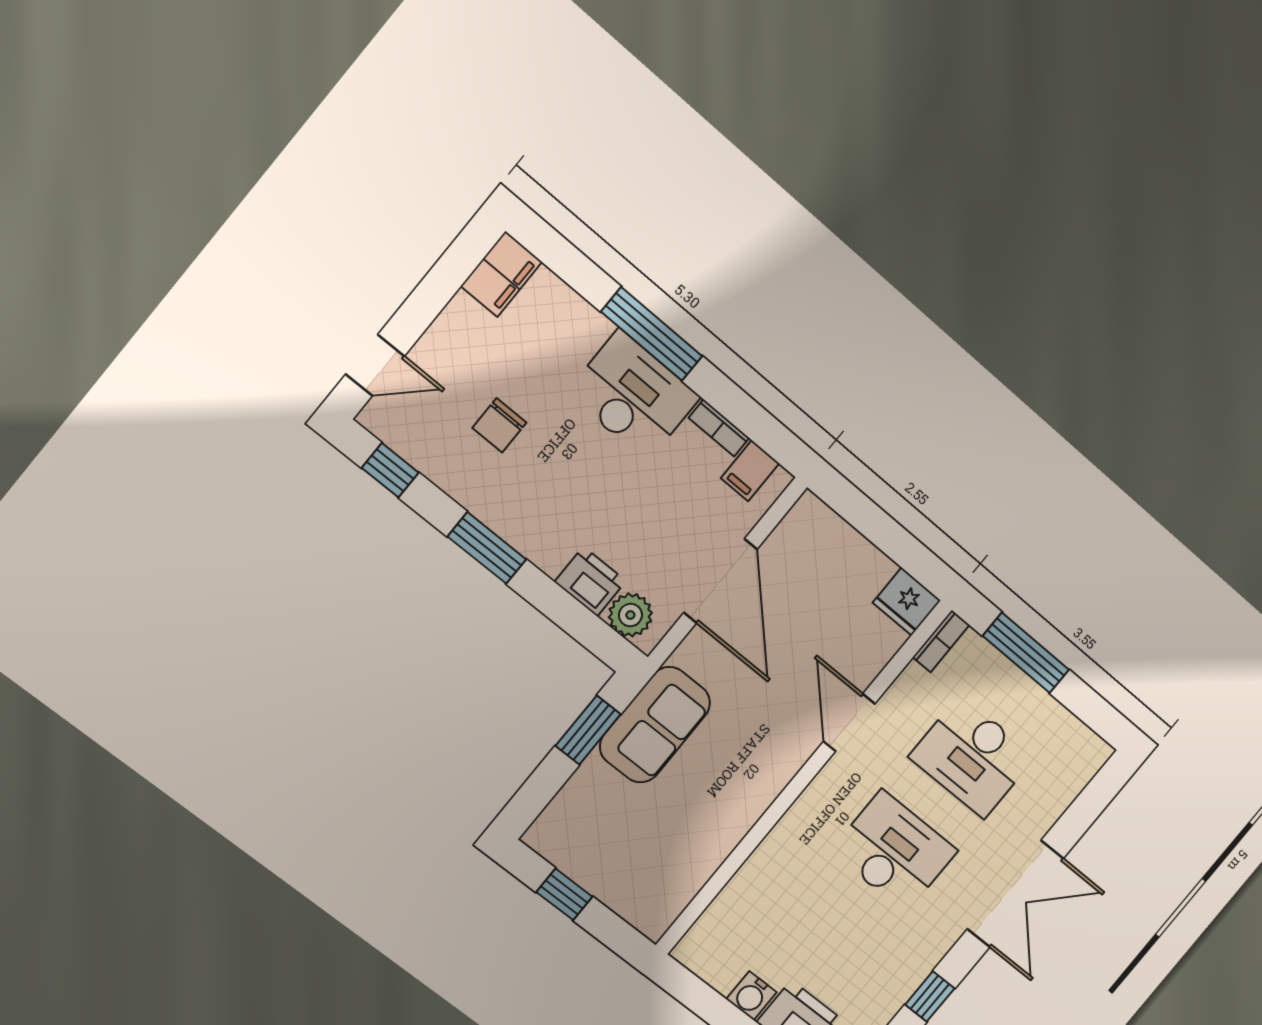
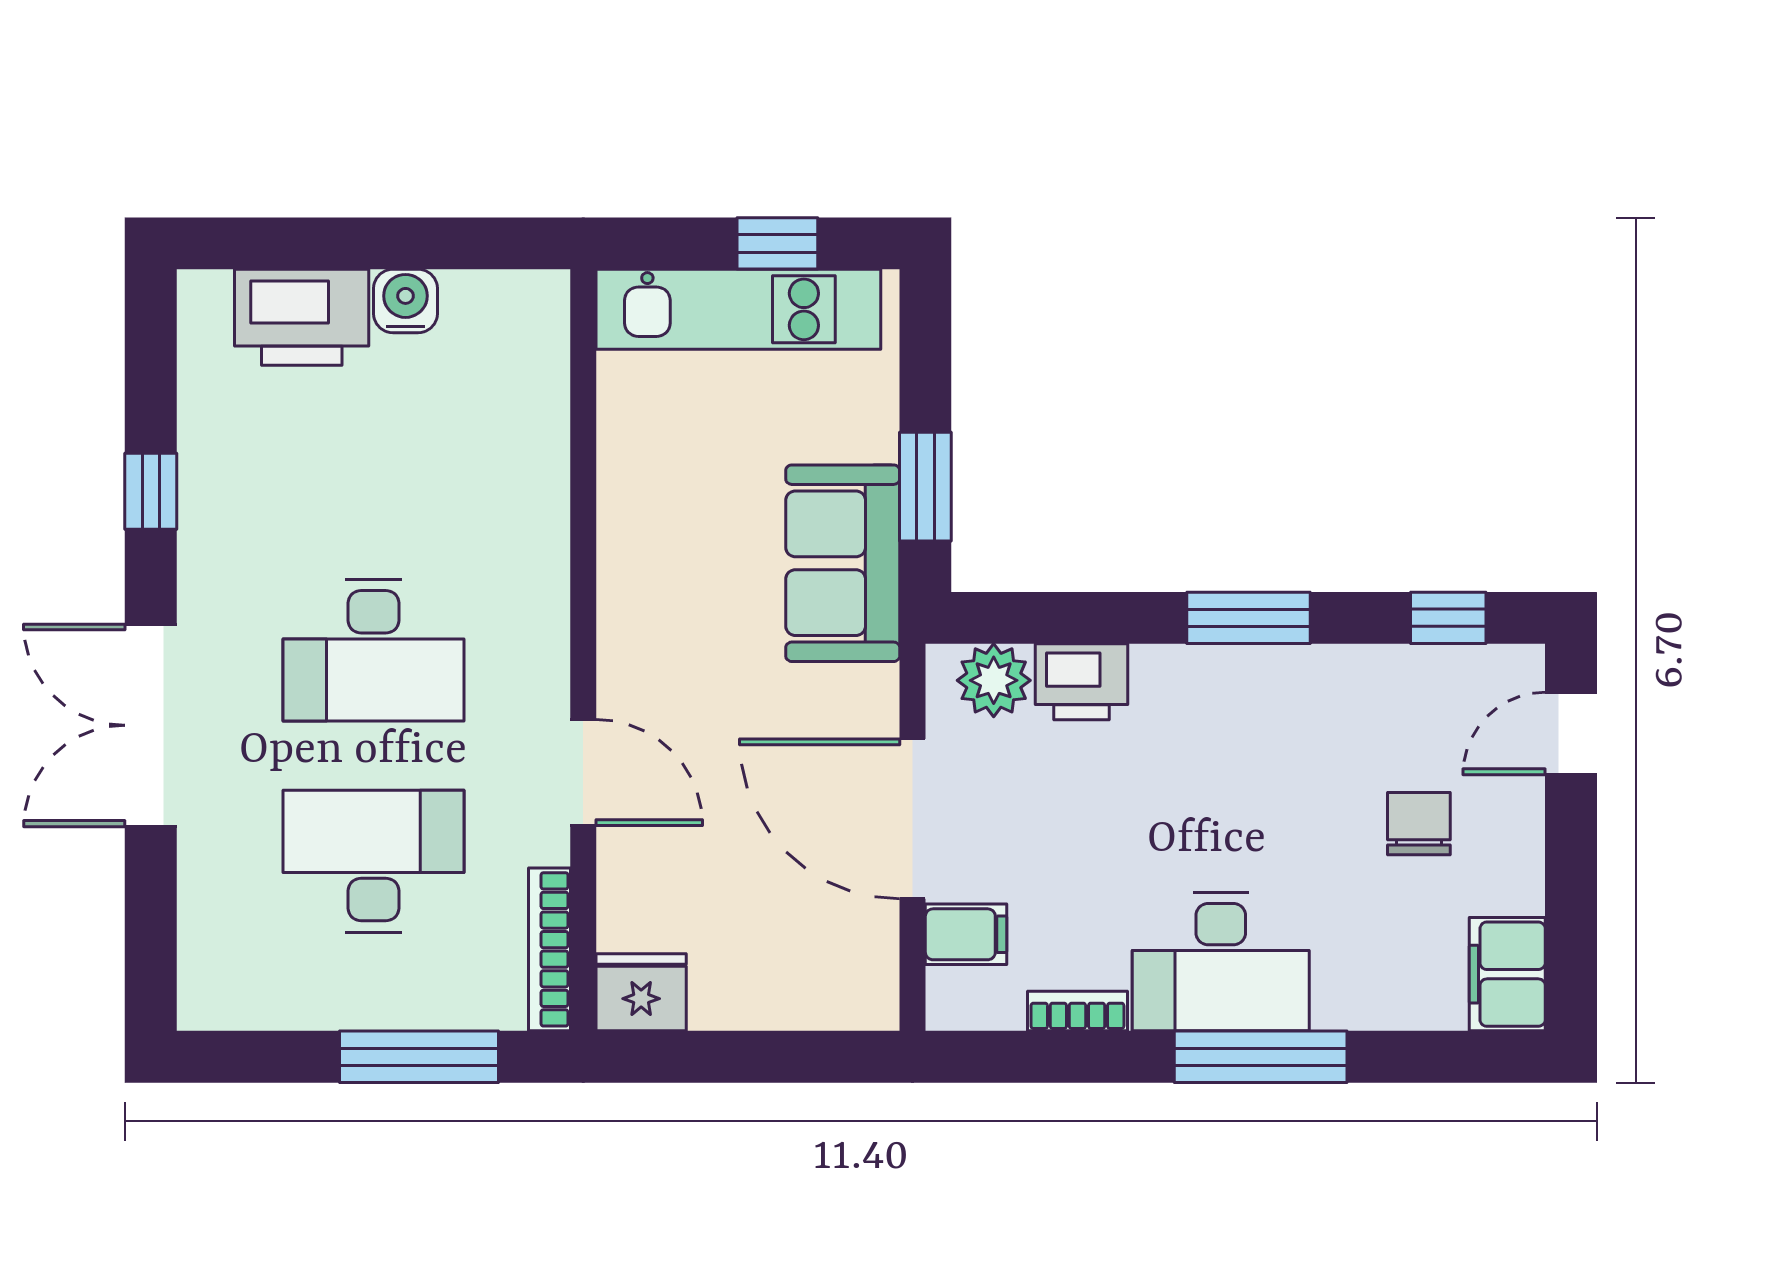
chair: (499, 425) -> (1419, 824), moved
filing cabinet: (750, 471) -> (966, 934), moved, turned 90
bookcase: (941, 641) -> (549, 949), width x1.56
kitchen unit: (607, 878) -> (738, 309), added

